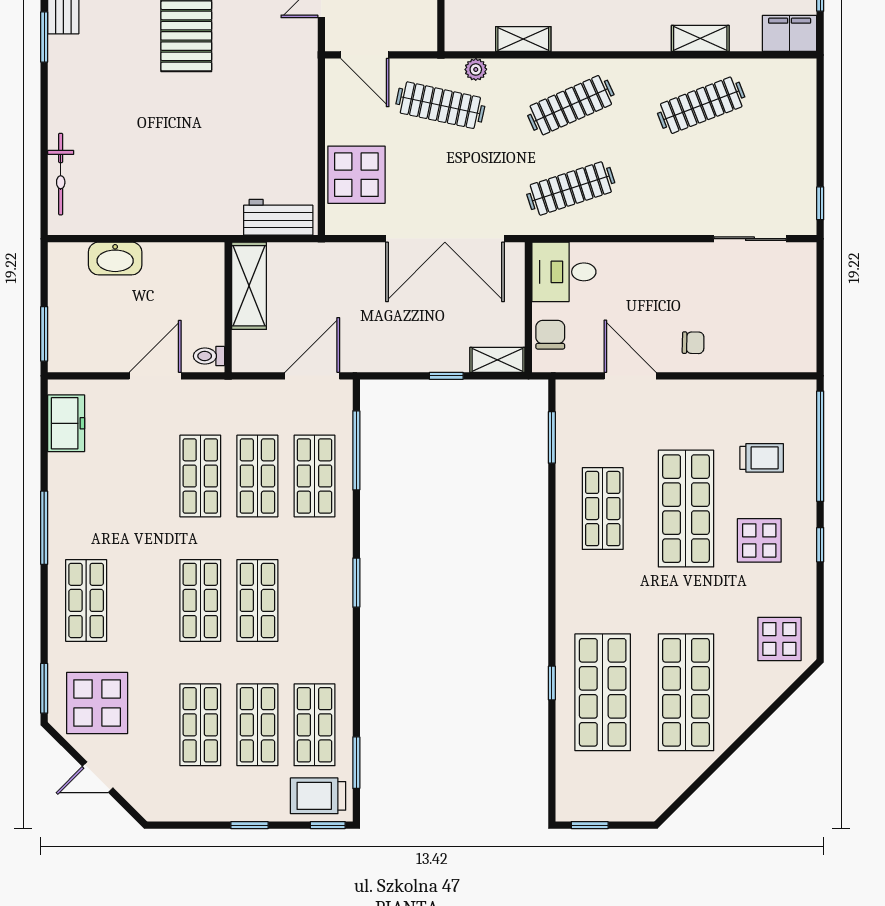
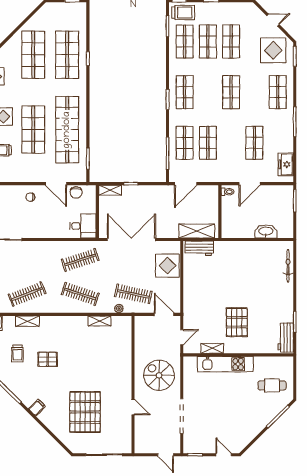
clothes rail: (571, 105) -> (80, 294), turned 42
shelving: (249, 286) -> (197, 231), moved, turned 90
chair: (550, 335) -> (76, 192), moved
shop shelf: (200, 476) -> (254, 143), moved
shop shelf: (603, 509) -> (67, 130), width x2.00, depth x1.36
shop shelf: (257, 600) -> (185, 92), moved

